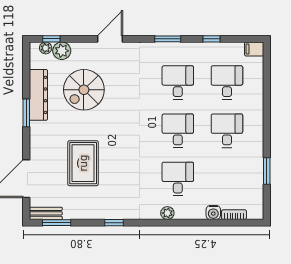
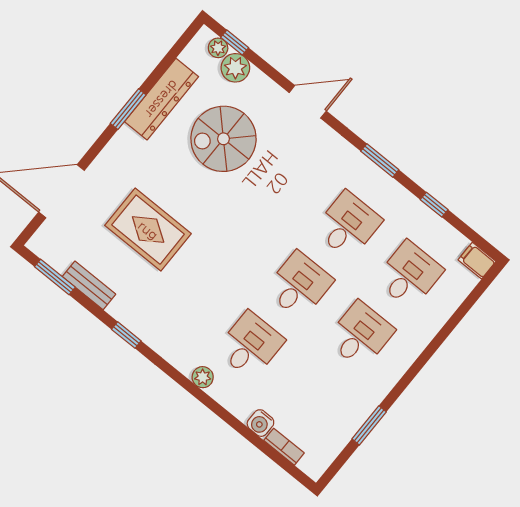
rug: (83, 163) -> (148, 230), turned 90
bench: (46, 213) -> (89, 285), moved

